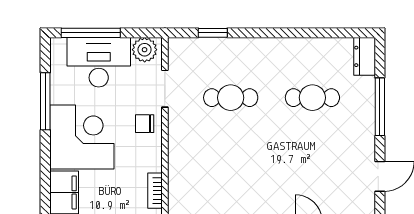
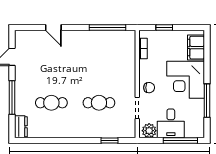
desk: (99, 62) -> (171, 123), width x0.73

